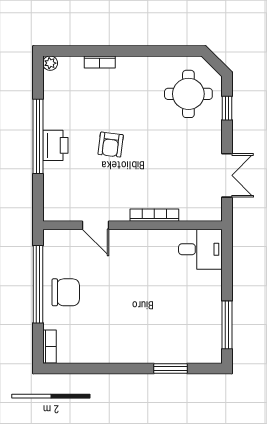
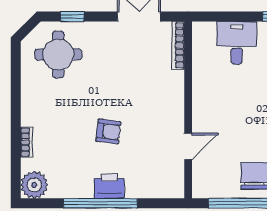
plant: (50, 63) -> (34, 185), width x1.87, depth x1.87
bookcase: (154, 215) -> (178, 45), moved
desk: (200, 249) -> (237, 43), moved

